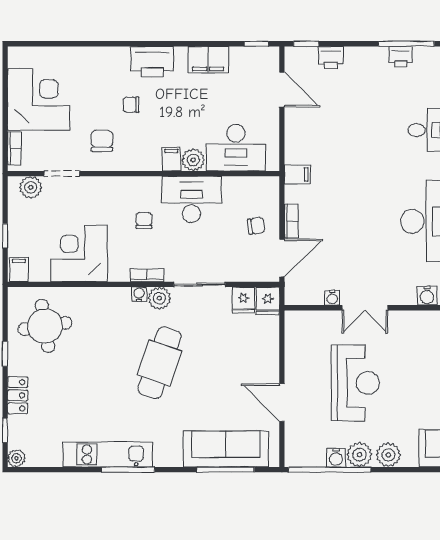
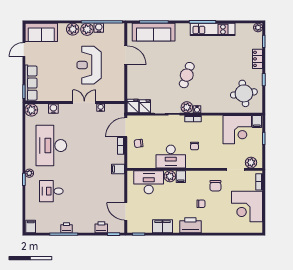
corner desk: (79, 253) -> (237, 130), moved
cafe table: (160, 363) -> (187, 75), width x0.73, depth x0.74

